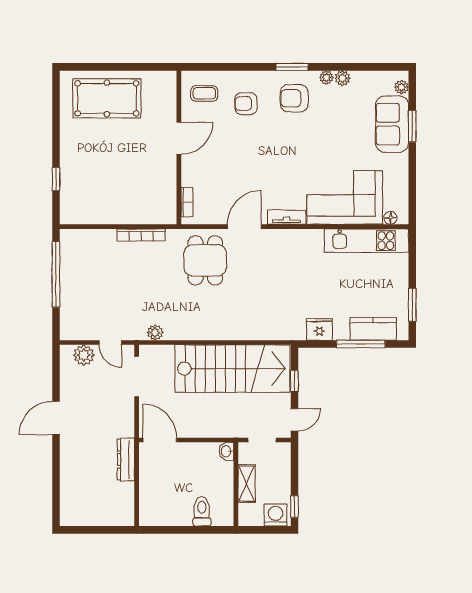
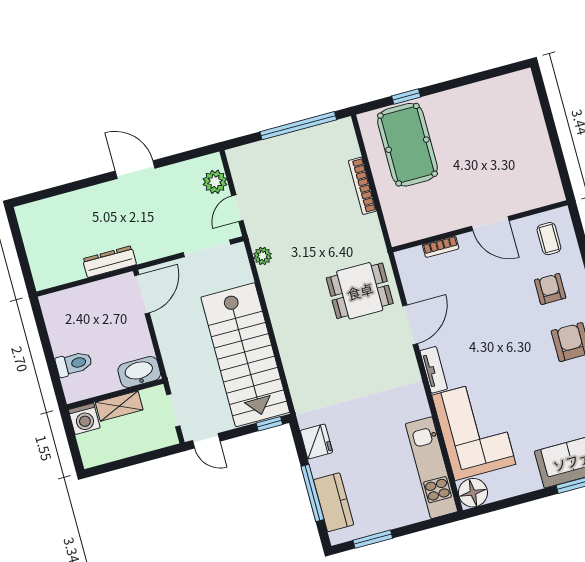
pool table: (107, 98) -> (407, 145), moved
bookcase: (187, 202) -> (441, 247), moved
floor lamp: (390, 218) -> (473, 493), width x1.89, depth x1.89
door: (244, 227) -> (410, 325), hinge flipped
bookcase: (141, 235) -> (362, 186), moved
window: (294, 381) -> (269, 424), moved
washbasin: (226, 451) -> (139, 372), width x1.91, depth x1.45
window: (294, 506) -> (108, 467), removed
washing machine: (276, 515) -> (84, 419), moved, turned 90

